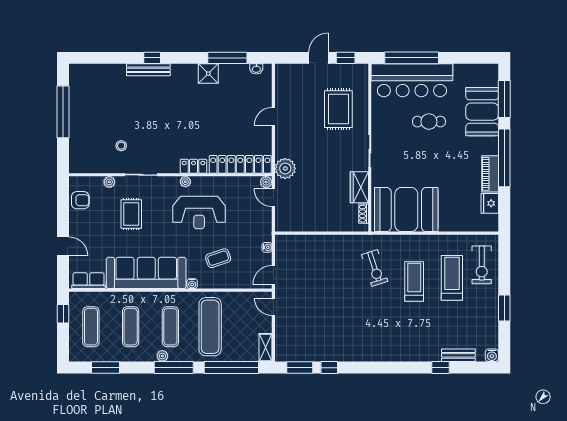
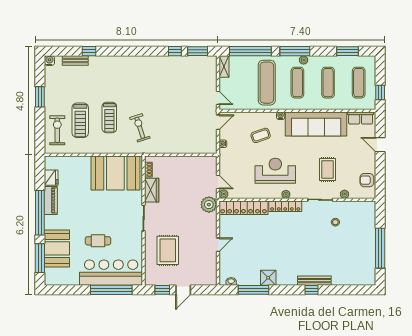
locker: (194, 166) -> (285, 206), width x1.53

